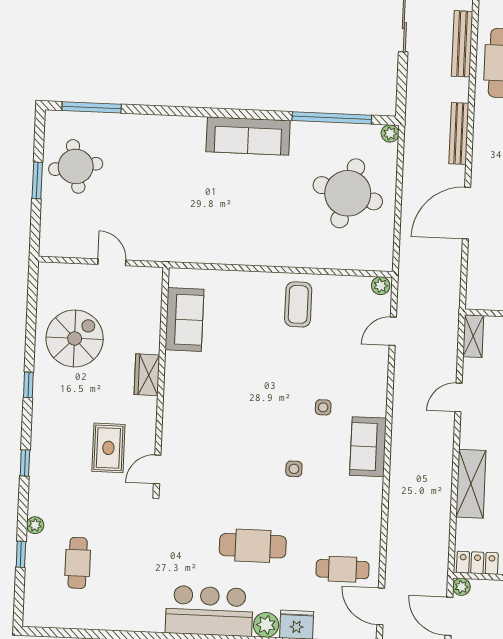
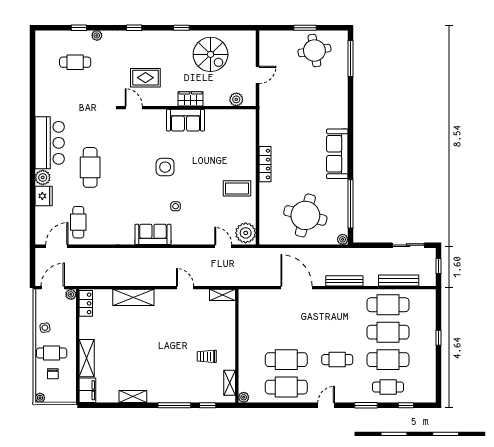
locker: (260, 256) -> (265, 164), added
plant: (381, 286) -> (246, 233), width x1.88, depth x1.88
plant: (151, 299) -> (236, 99), added
sofa: (184, 320) -> (185, 120), moved
side table: (294, 469) -> (165, 167), moved, width x1.87, depth x1.87

